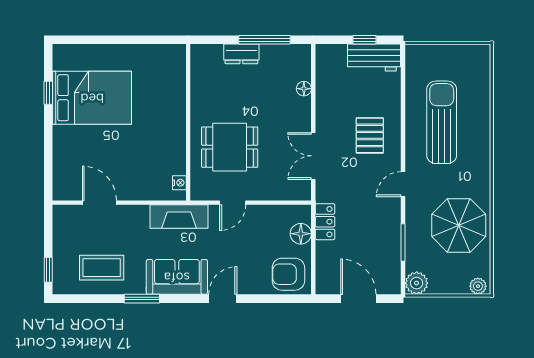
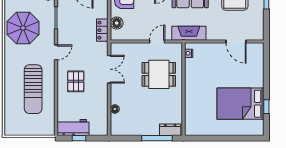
window: (264, 40) -> (157, 138), moved
dresser: (241, 54) -> (170, 130), moved

